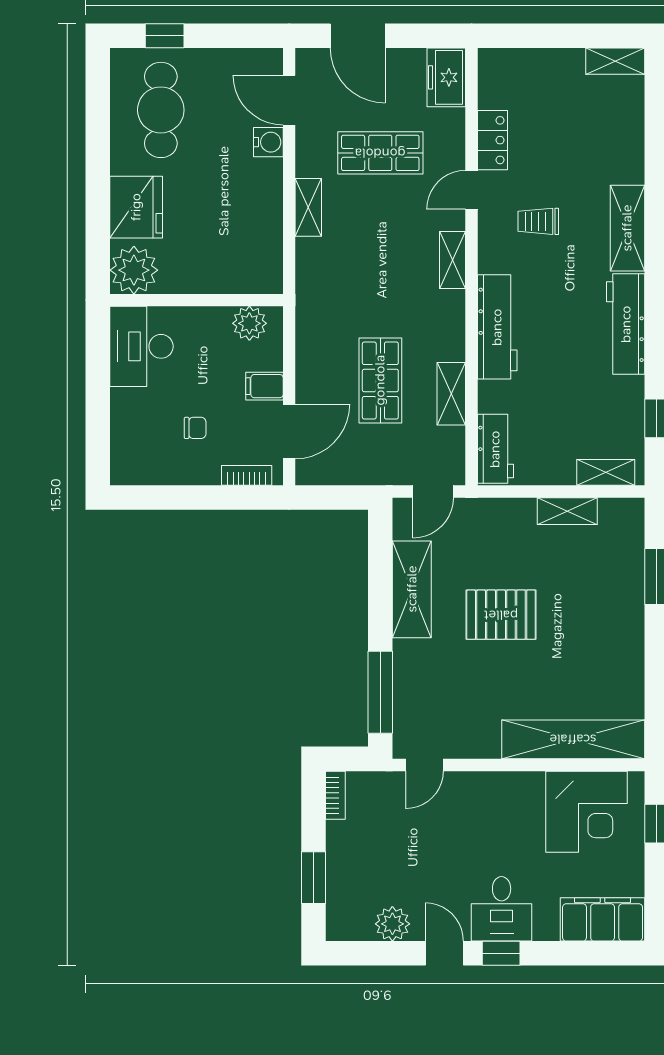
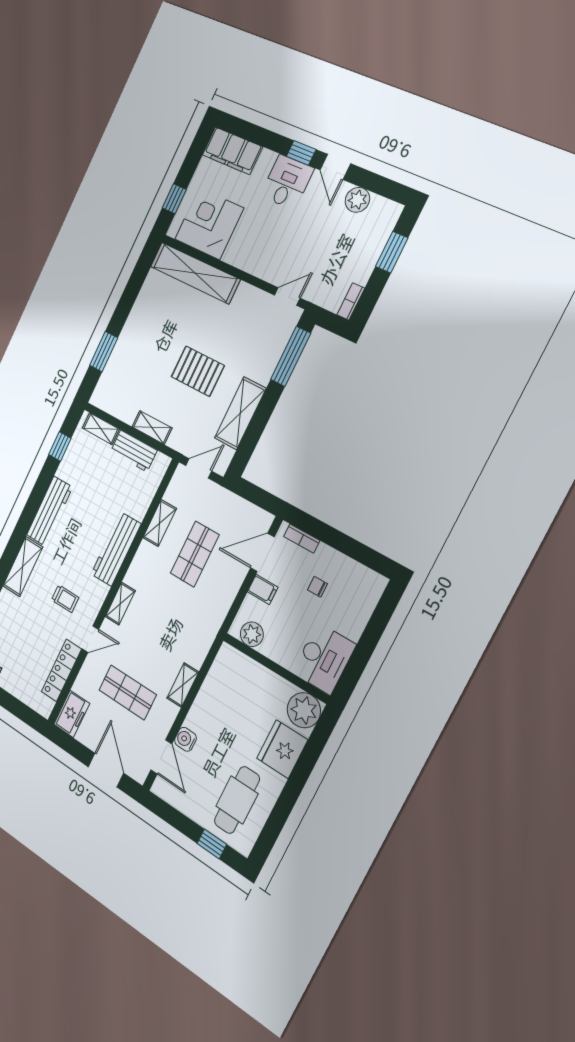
locker: (493, 140) -> (61, 670), width x1.53
workbench: (495, 449) -> (134, 451), moved, turned -90
shelving: (567, 511) -> (152, 427), moved

